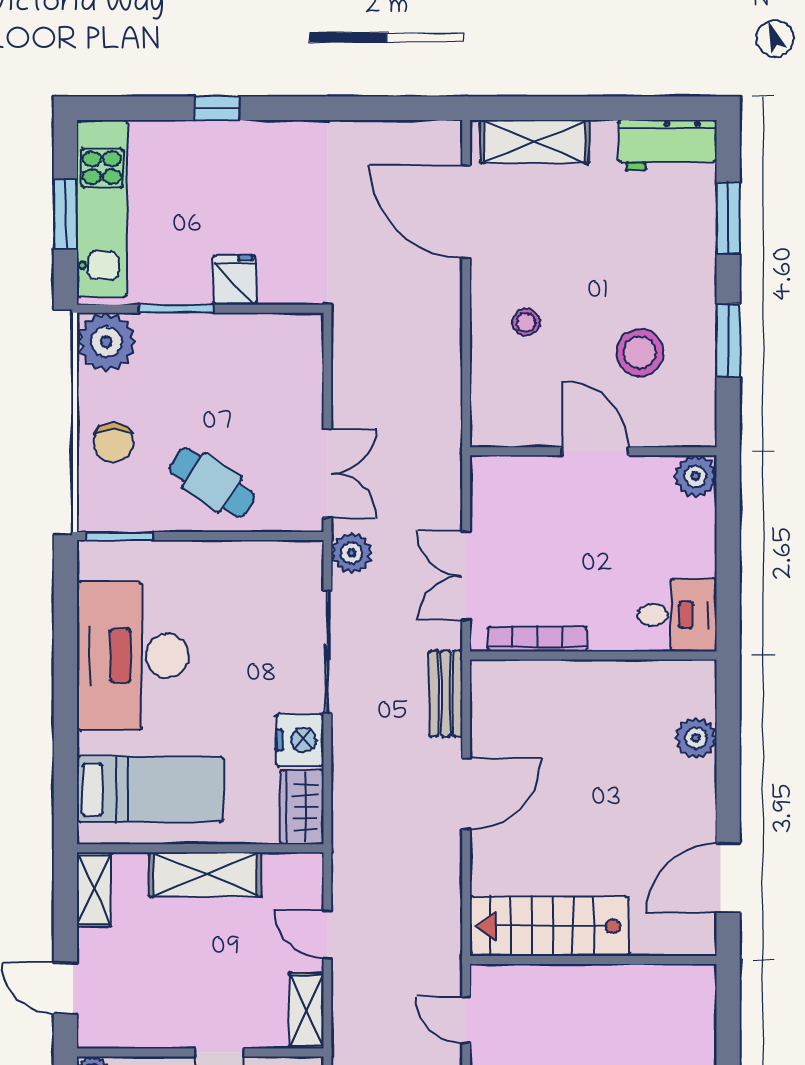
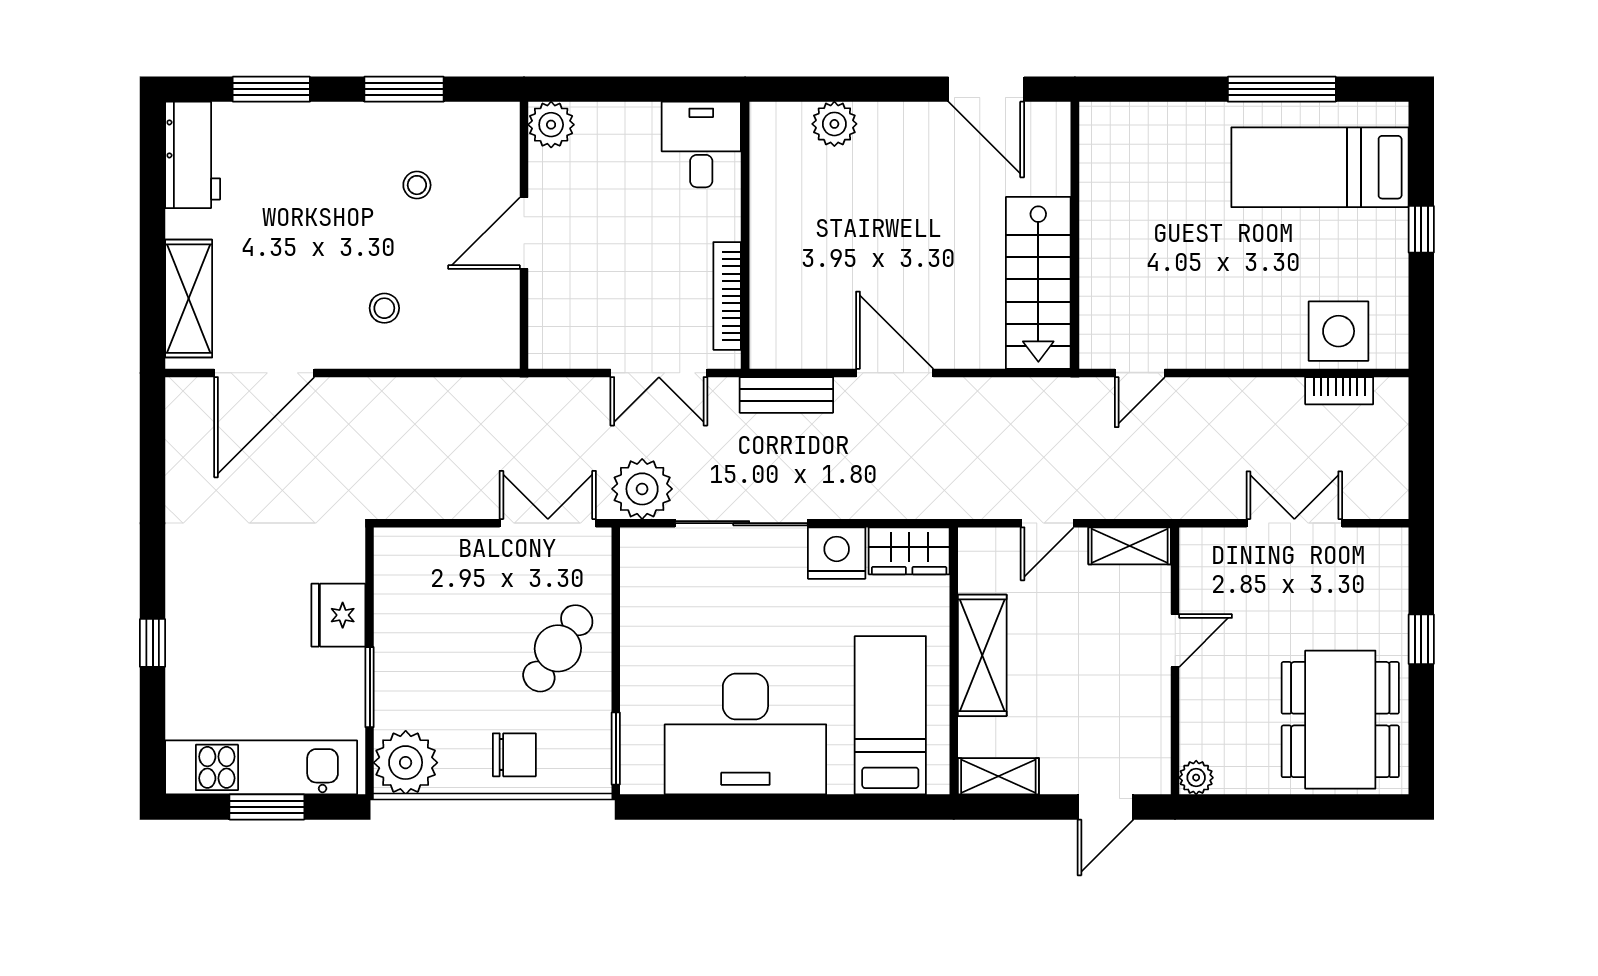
fridge: (234, 280) -> (338, 615), width x1.38
stool: (640, 352) -> (417, 185), width x0.53, depth x0.53
plant: (352, 553) -> (642, 489), width x1.36, depth x1.36

